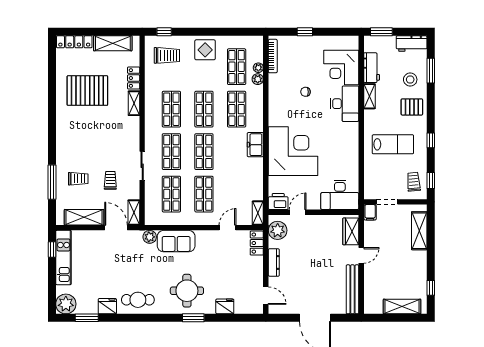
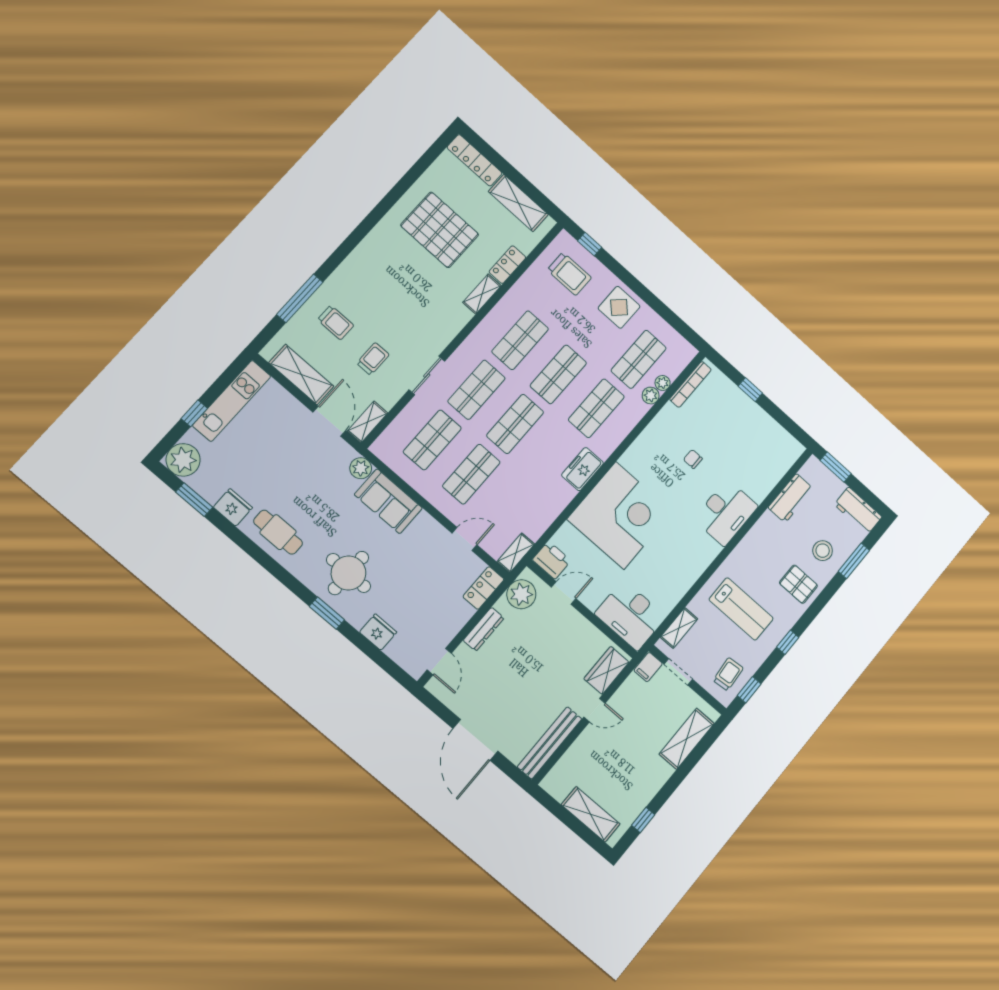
corner desk: (341, 67) -> (757, 467), removed
shelving: (369, 96) -> (679, 628), moved
window: (52, 249) -> (194, 413), moved

